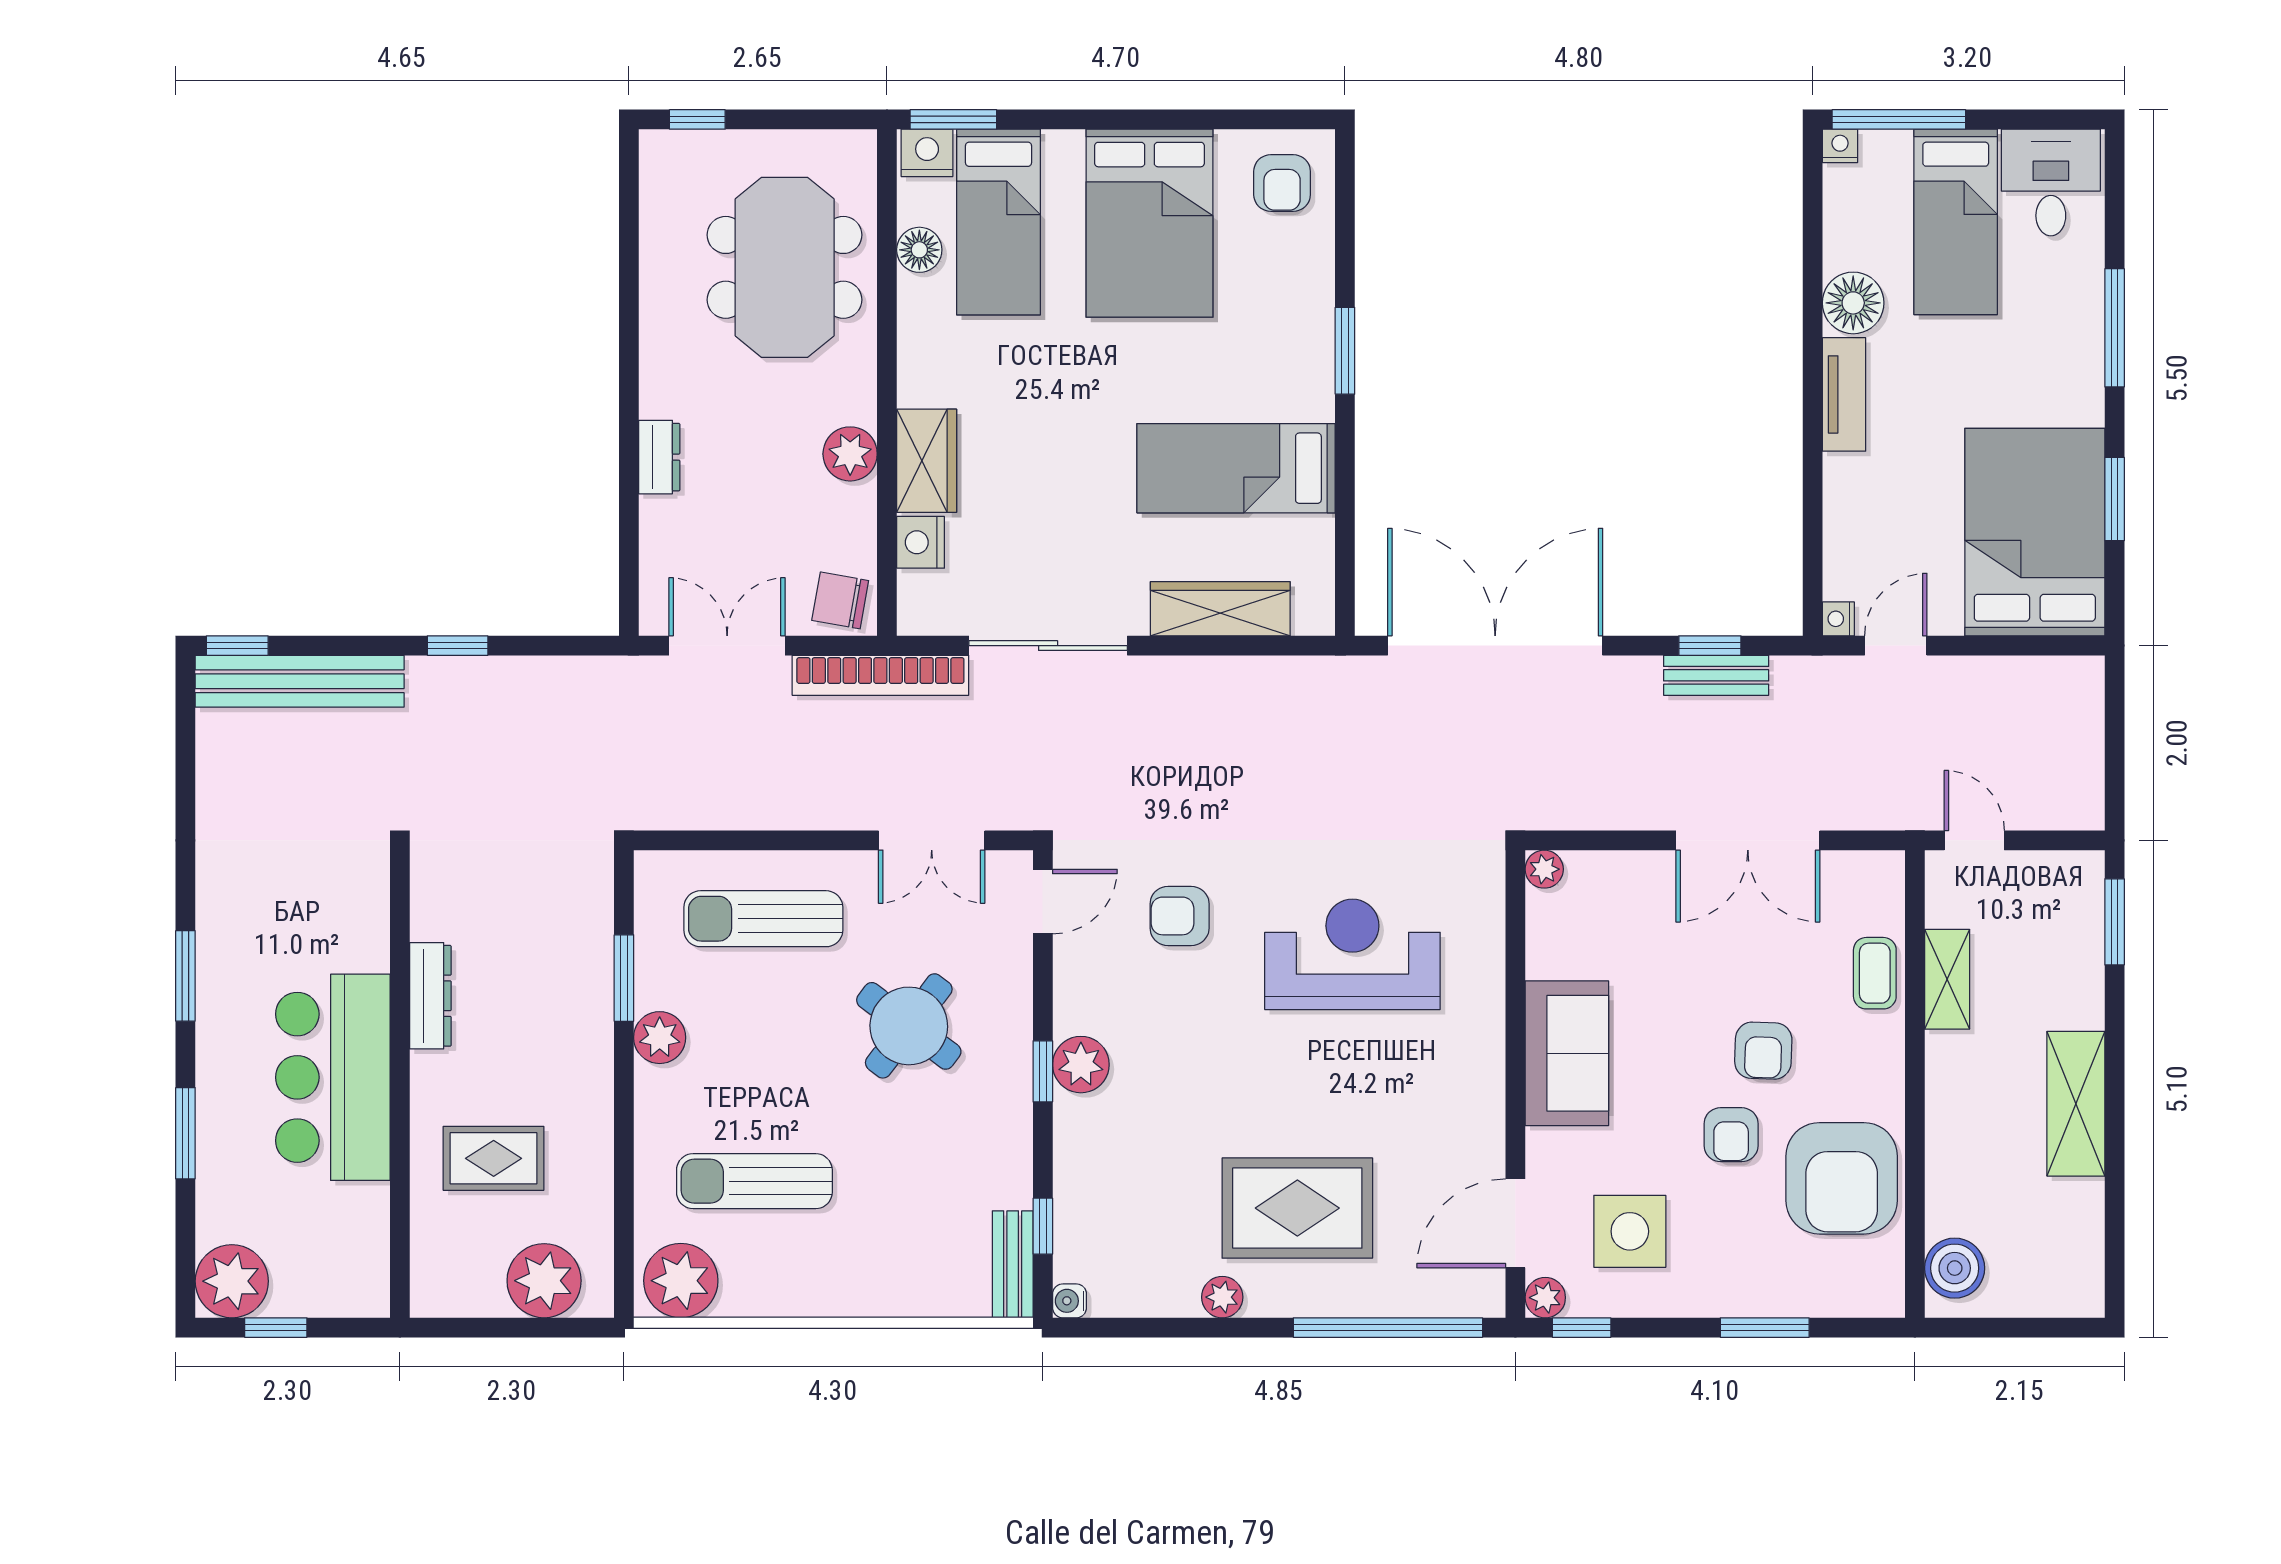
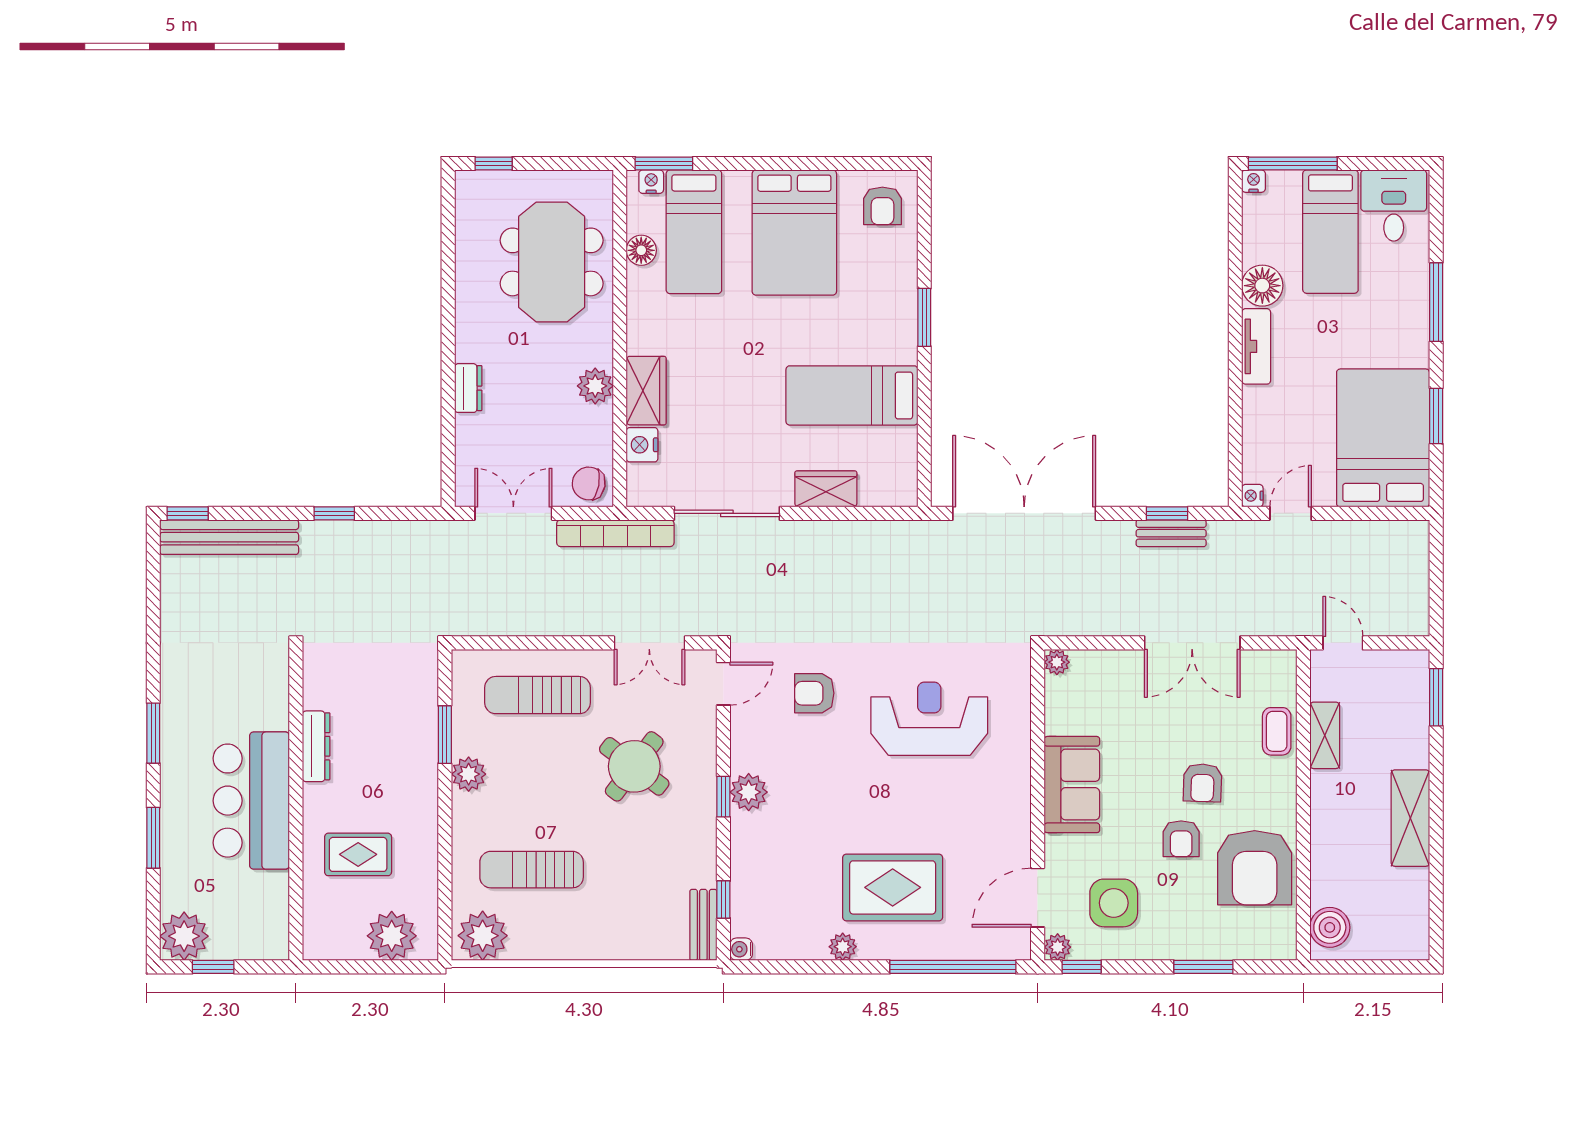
nightstand: (927, 153) -> (651, 182), width x0.72, depth x0.74
wardrobe: (1220, 609) -> (826, 489), width x0.67

